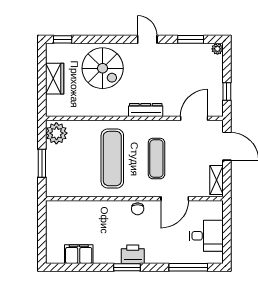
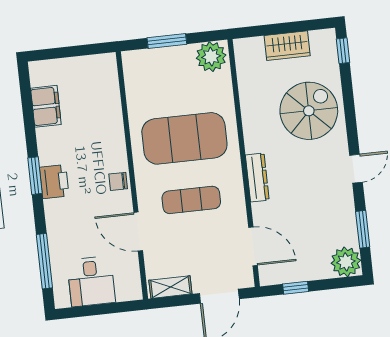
plant: (217, 49) -> (346, 262), width x1.87, depth x1.87
spiral stairs: (103, 68) -> (309, 111), turned 180
exercise mat: (112, 159) -> (184, 138), width x1.47

